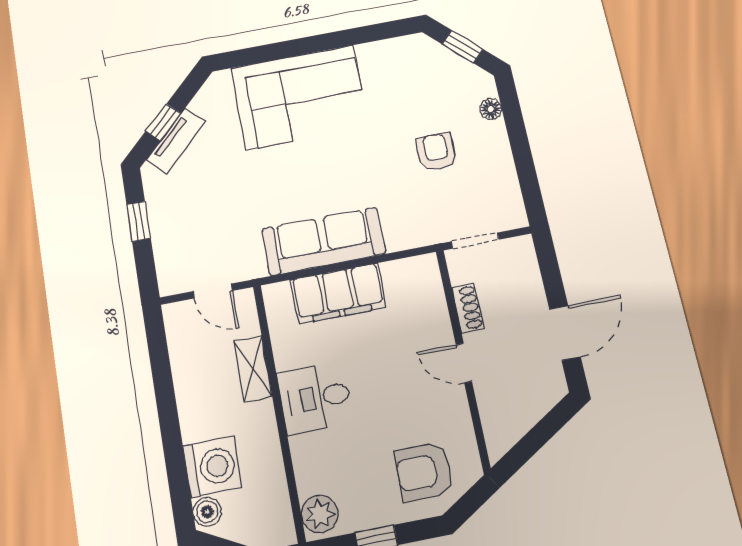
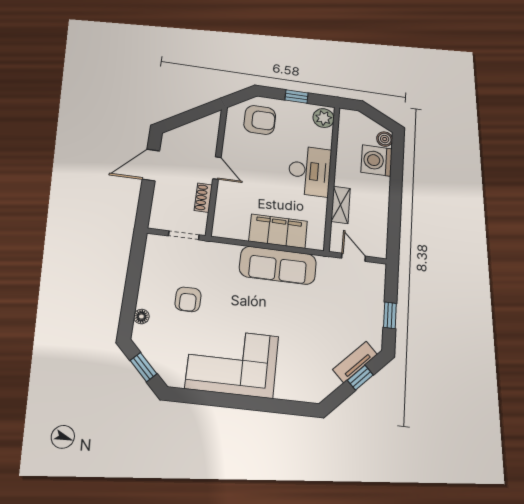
corner sofa: (300, 97) -> (232, 362), moved
desk: (315, 398) -> (310, 171), width x1.37

